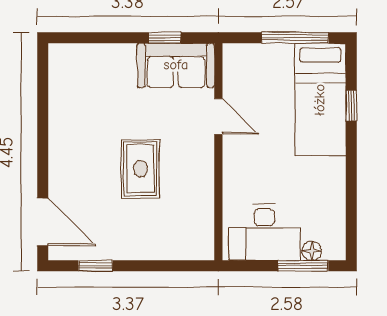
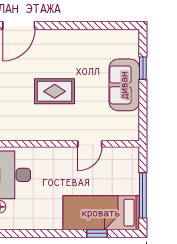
window: (165, 38) -> (143, 68), moved
sofa: (176, 65) -> (124, 85), moved

